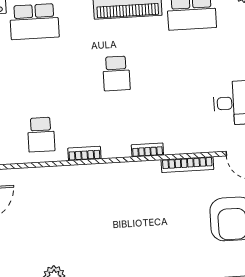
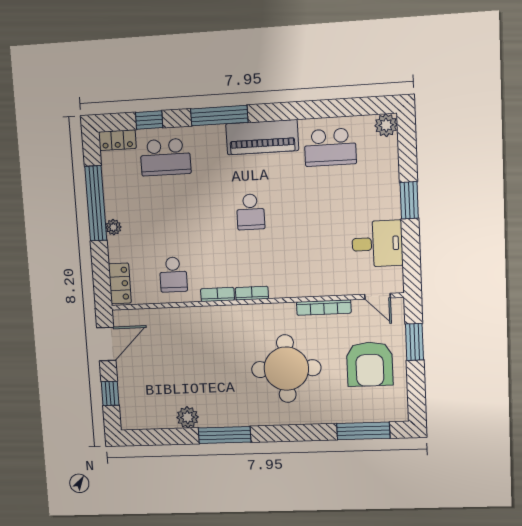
bookcase: (147, 150) -> (252, 293), moved
round table: (152, 225) -> (286, 369), added

